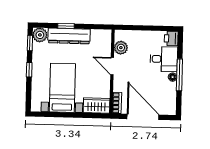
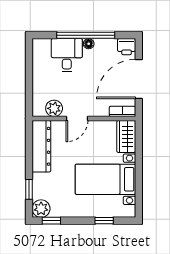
window: (66, 26) -> (29, 189), moved
dresser: (69, 36) -> (41, 146), moved
printer: (171, 38) -> (127, 47), moved
window: (29, 70) -> (104, 221), moved
window: (179, 75) -> (86, 35), width x1.46

